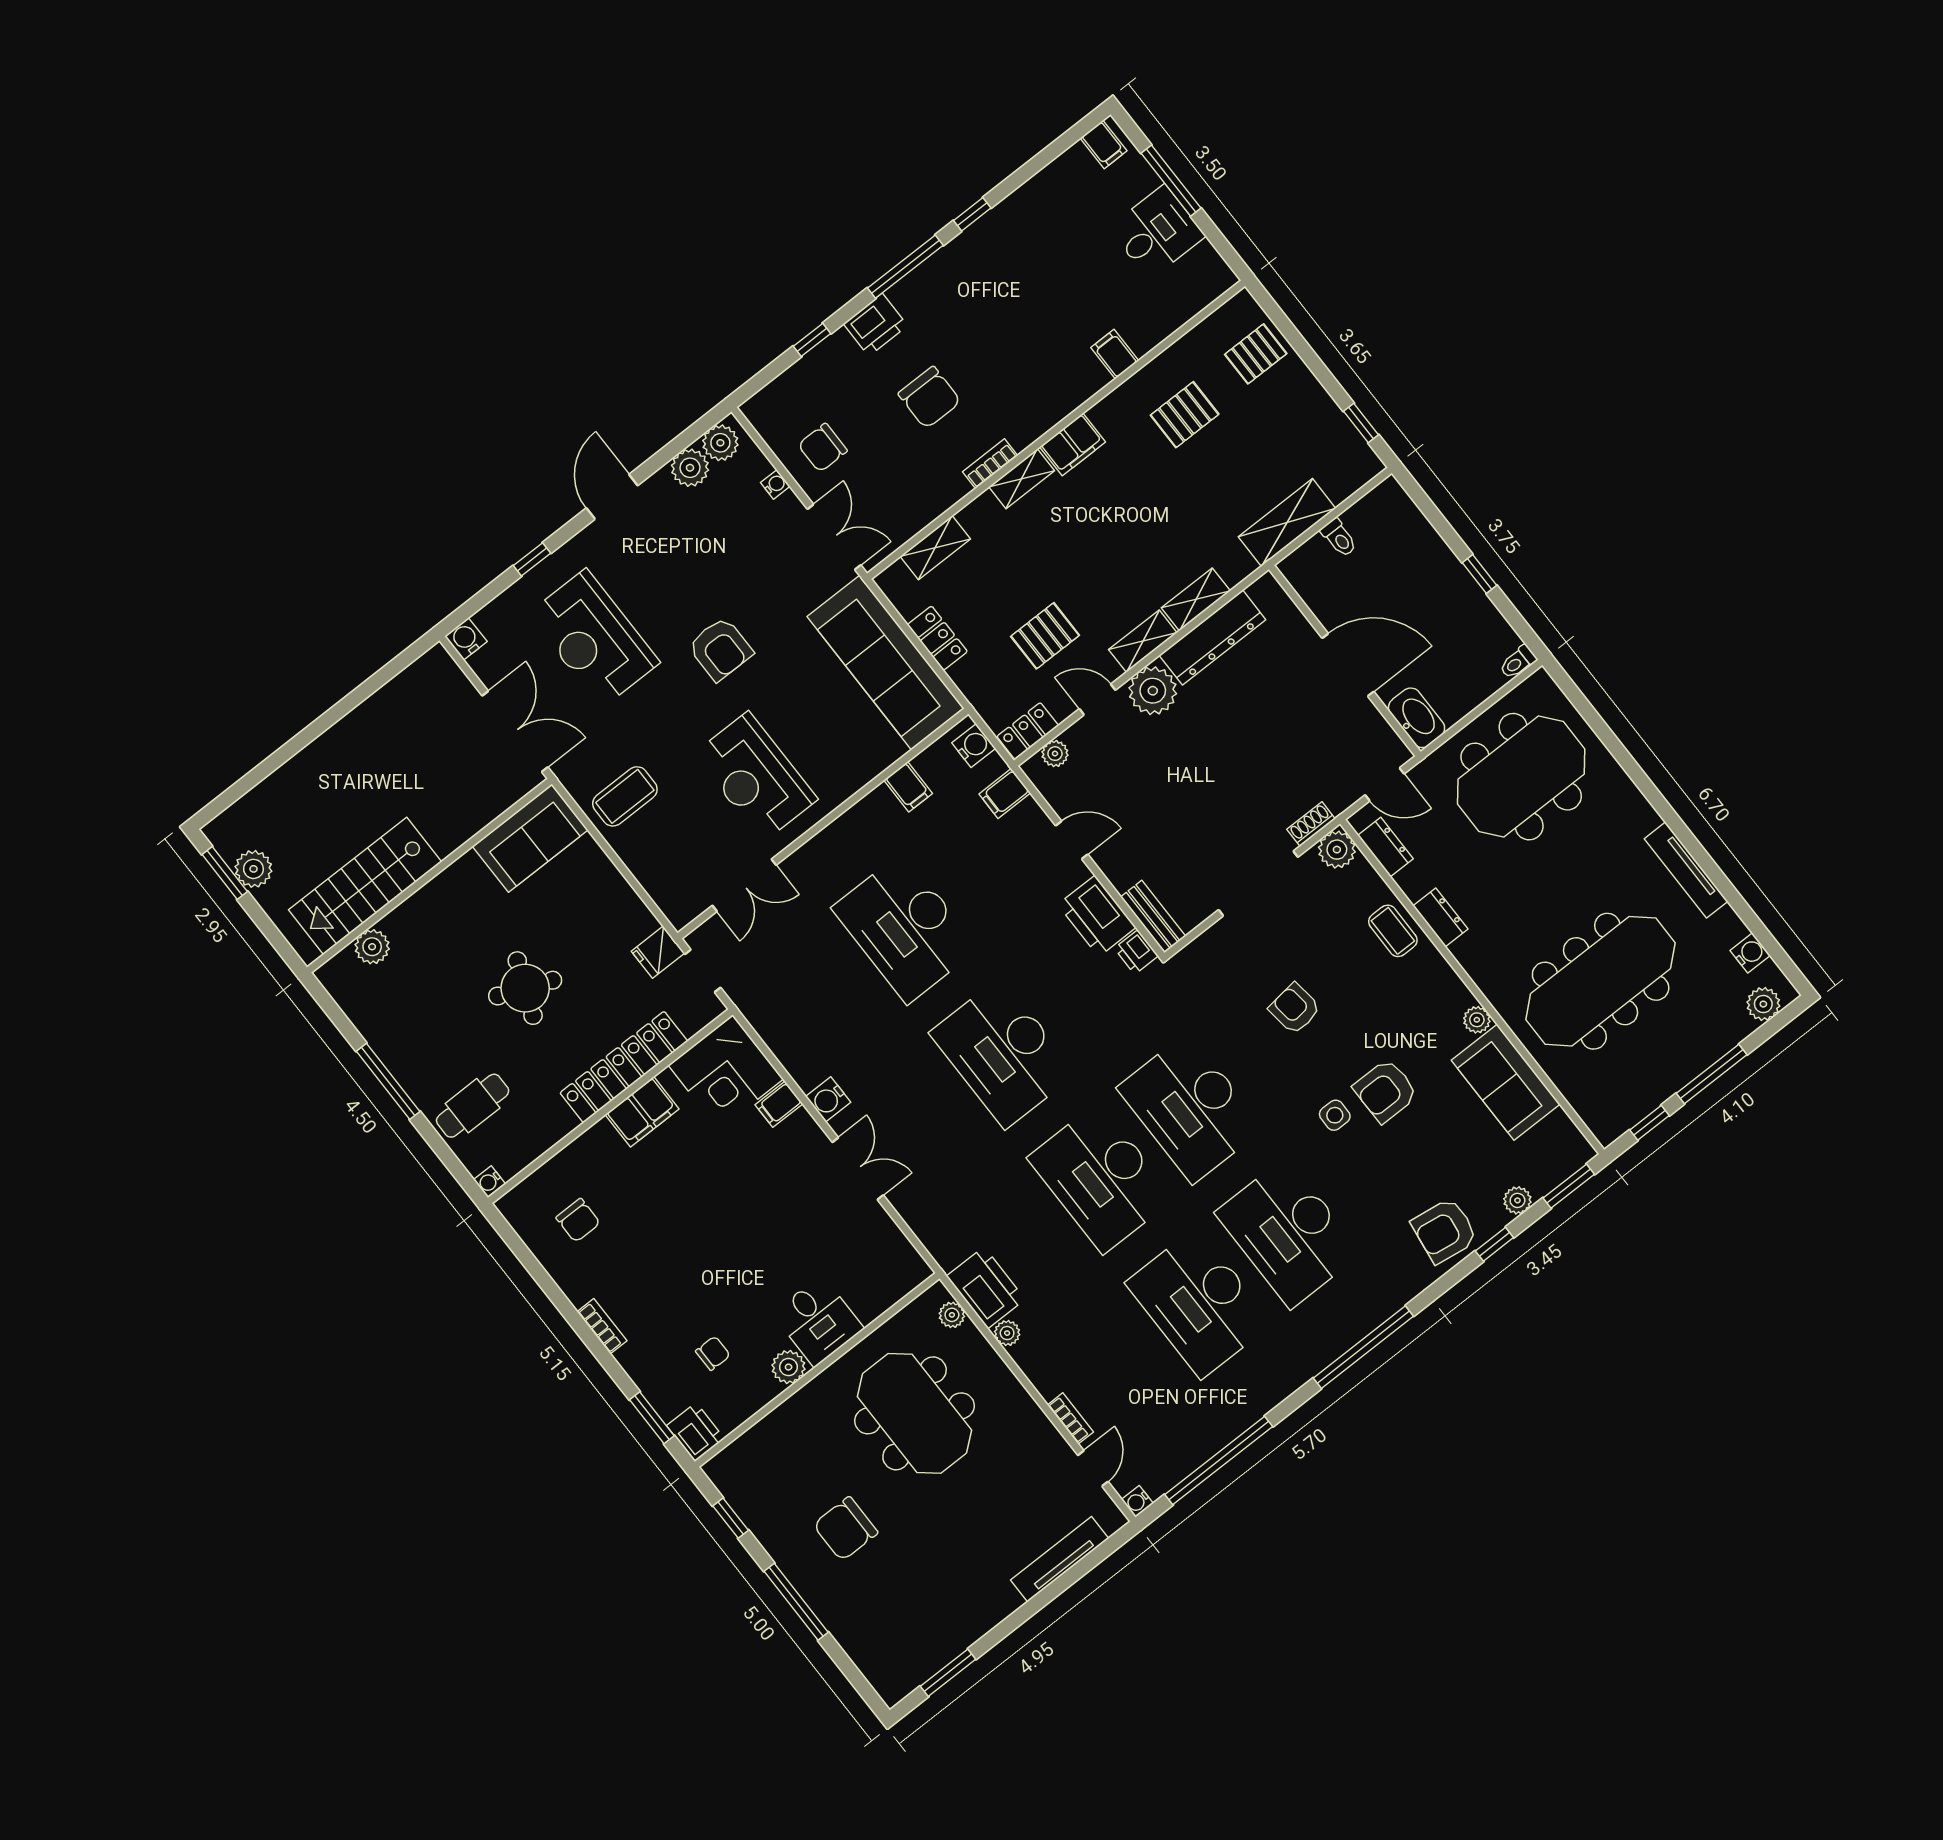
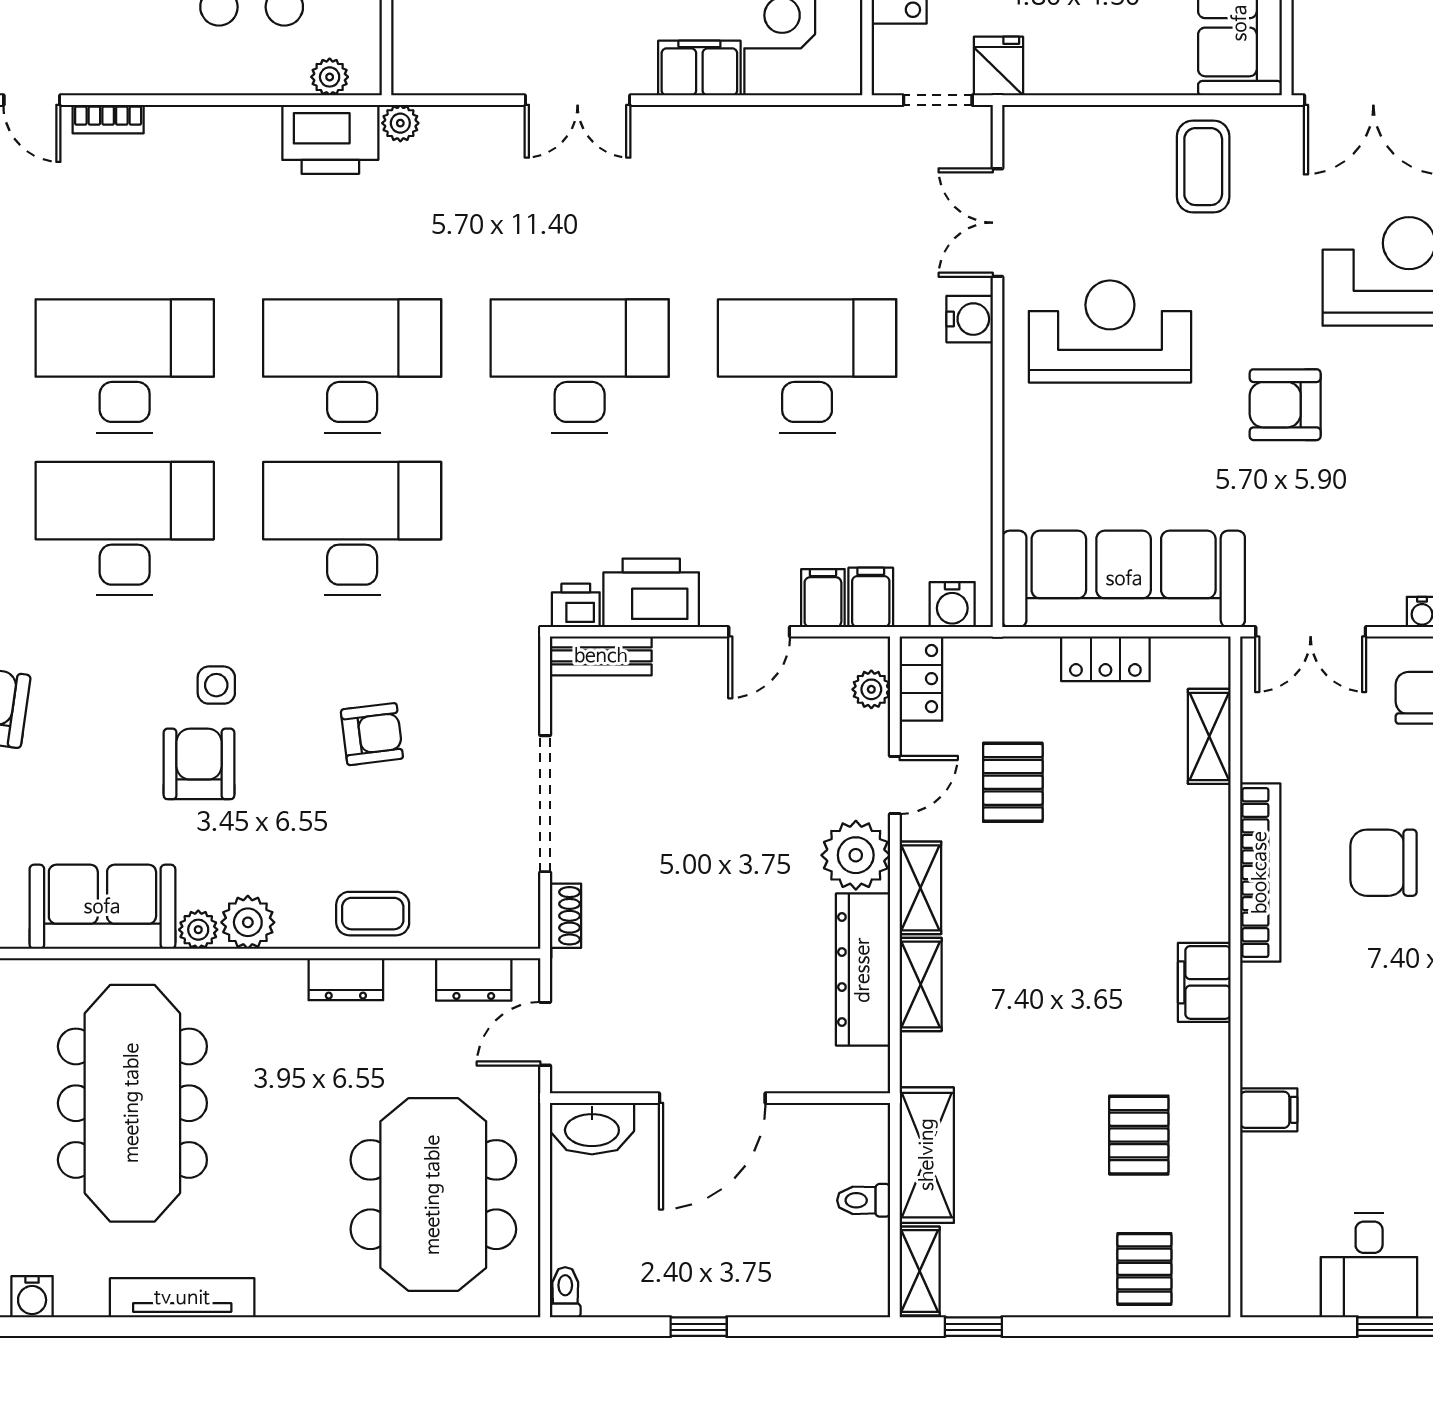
bookcase: (990, 464) -> (1260, 873), width x2.31, depth x1.31
shelving: (1022, 479) -> (920, 1271), moved
filing cabinet: (908, 787) -> (823, 598), moved, turned 90
plant: (1337, 850) -> (248, 922), moved
water cooler: (828, 1099) -> (970, 319), moved, turned 90
filing cabinet: (779, 1104) -> (699, 68), width x2.00
plant: (1007, 1333) -> (400, 123), moved

